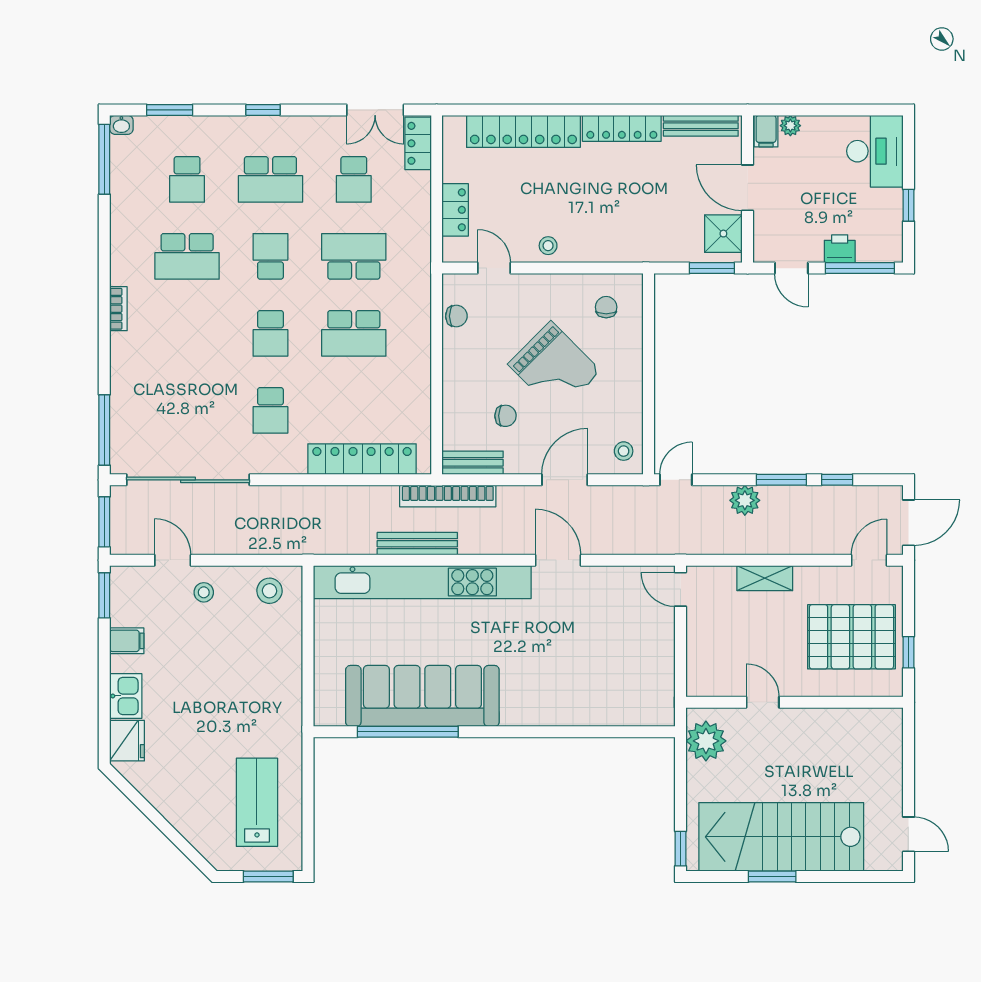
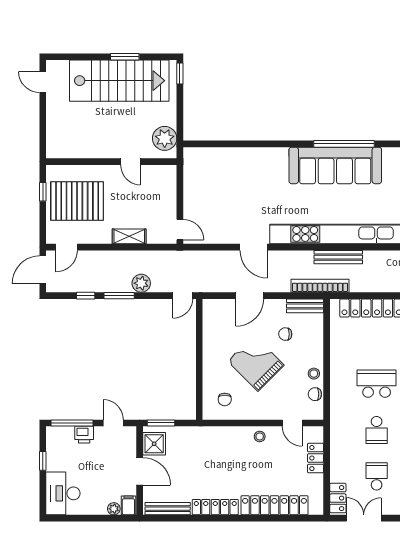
school desk: (354, 256) -> (377, 430), width x0.54
stool: (624, 451) -> (314, 374), moved

